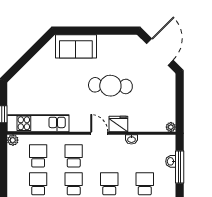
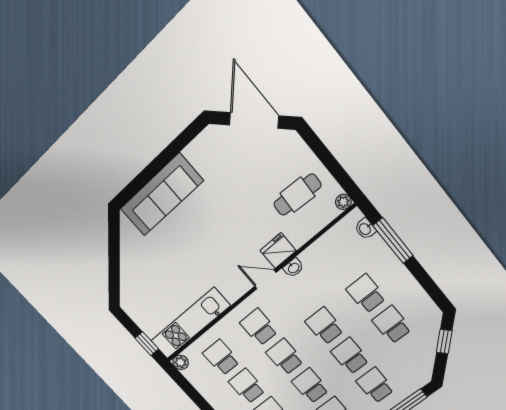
sofa: (76, 46) -> (161, 195), width x1.36
cafe table: (110, 86) -> (297, 195), moved, width x0.73, depth x0.74
washbasin: (131, 139) -> (293, 268), moved
washbasin: (171, 161) -> (365, 229), moved

